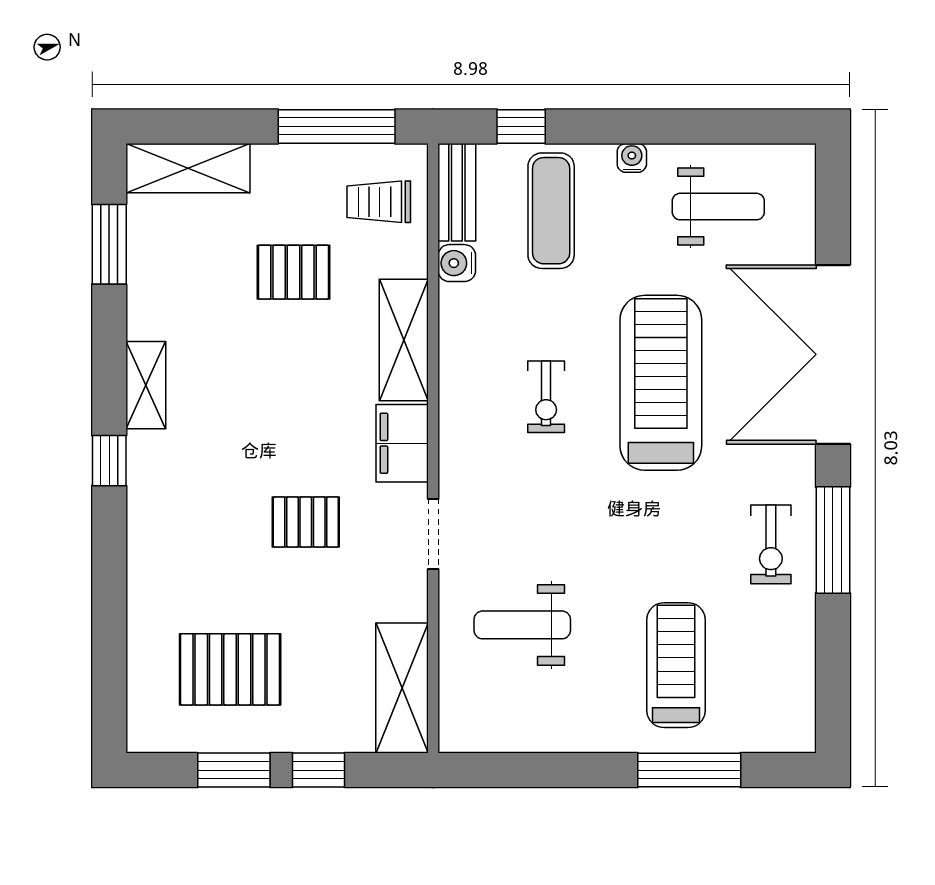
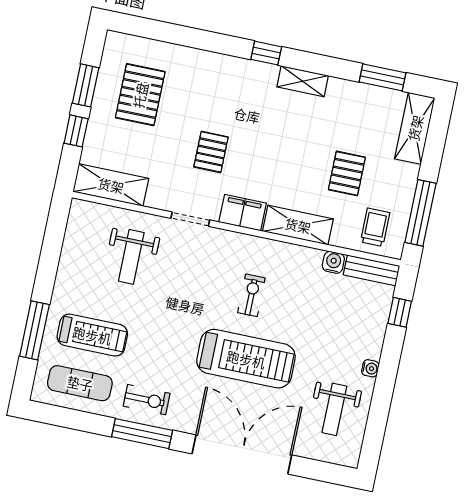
exercise mat: (551, 211) -> (80, 383), moved
exercise bike: (546, 397) -> (251, 295), turned 90
exercise bike: (771, 544) -> (147, 400), turned 180
weight bench: (522, 625) -> (131, 257), turned 180

